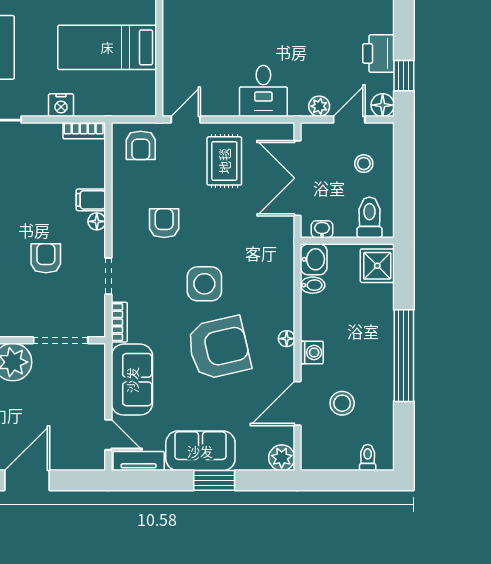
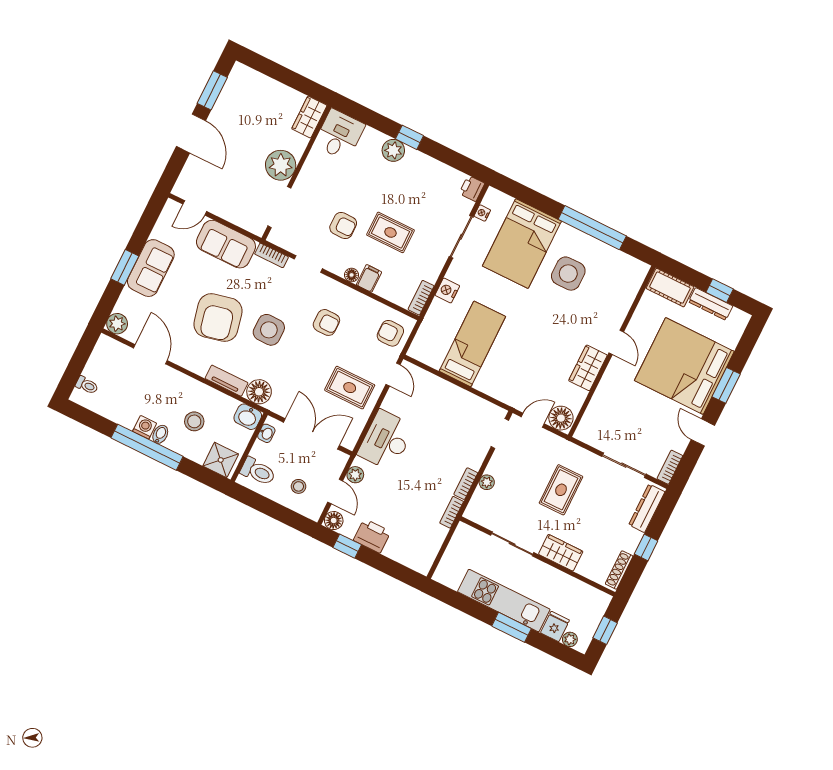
desk: (263, 91) -> (386, 440), width x1.37
rug: (27, 201) -> (390, 232), added
bidet: (313, 285) -> (160, 434), moved, turned 180
floor lamp: (287, 339) -> (259, 392), moved, width x1.89, depth x1.89
washing machine: (312, 353) -> (145, 427), moved, turned 180
stool: (342, 403) -> (194, 421), moved
tv unit: (139, 461) -> (227, 381), moved, turned -90

